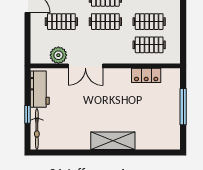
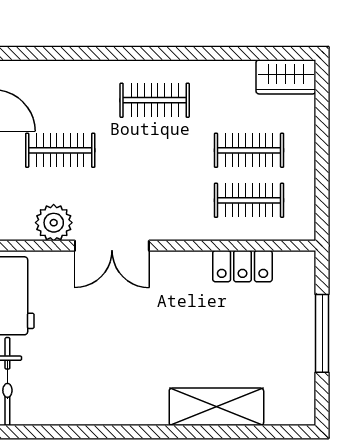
clothes rail: (105, 22) -> (155, 150), removed
shelving: (113, 141) -> (216, 407), moved

